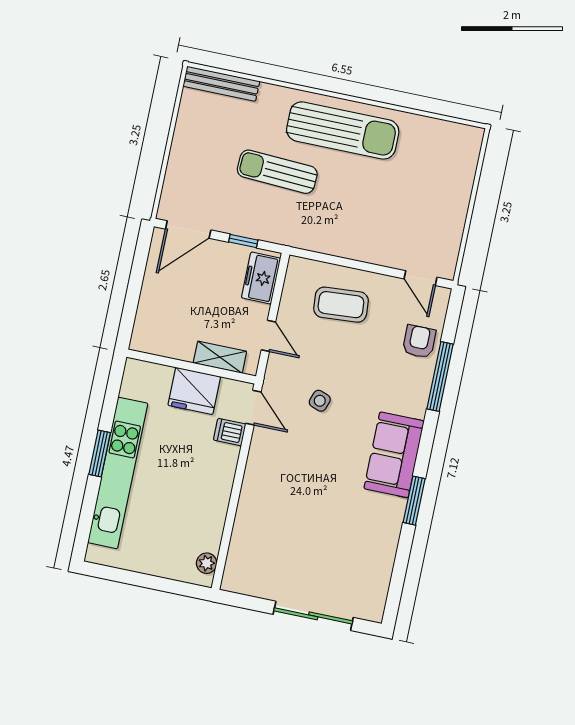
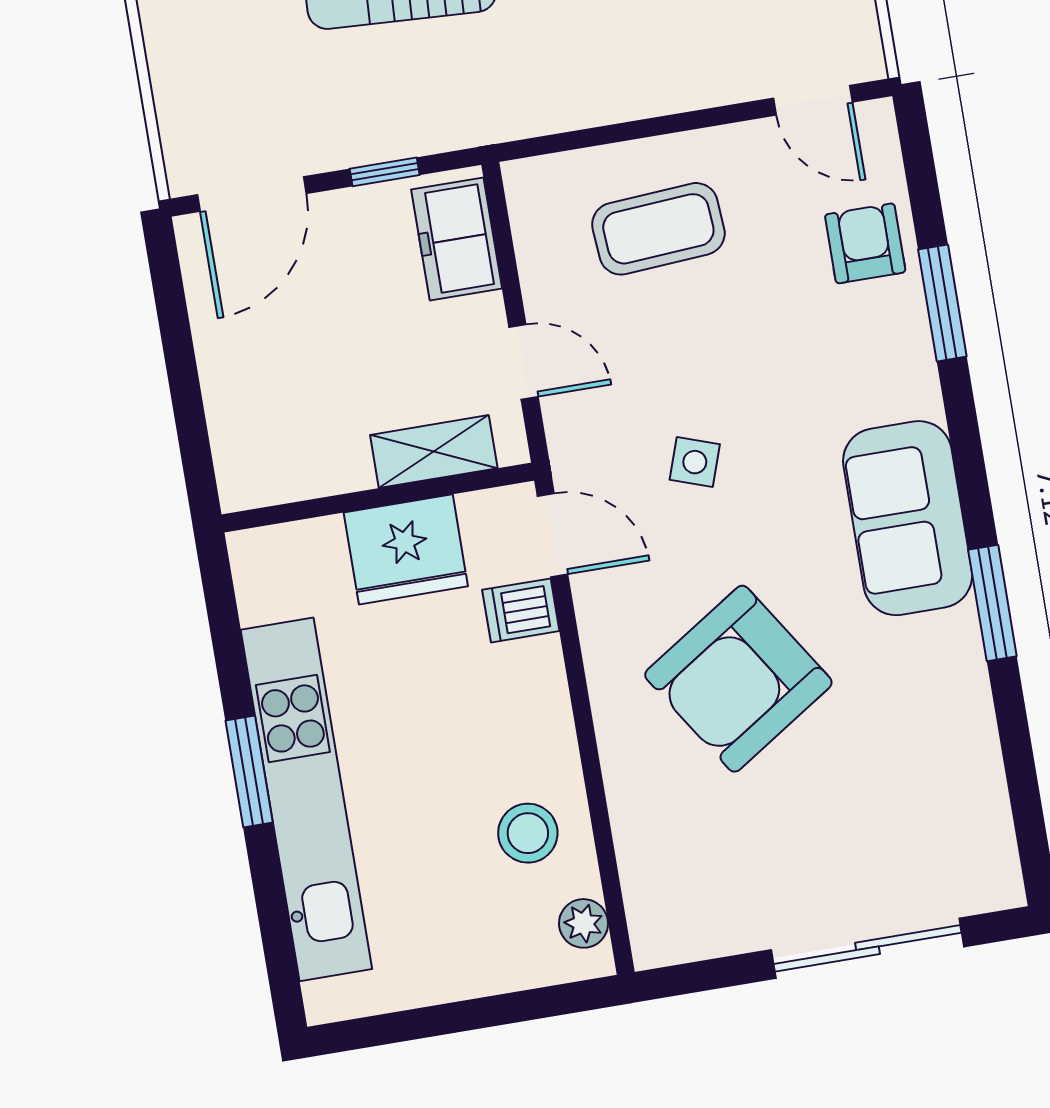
window: (440, 376) -> (942, 303), width x0.69
armchair: (304, 492) -> (738, 679), added
stool: (199, 520) -> (528, 833), added

